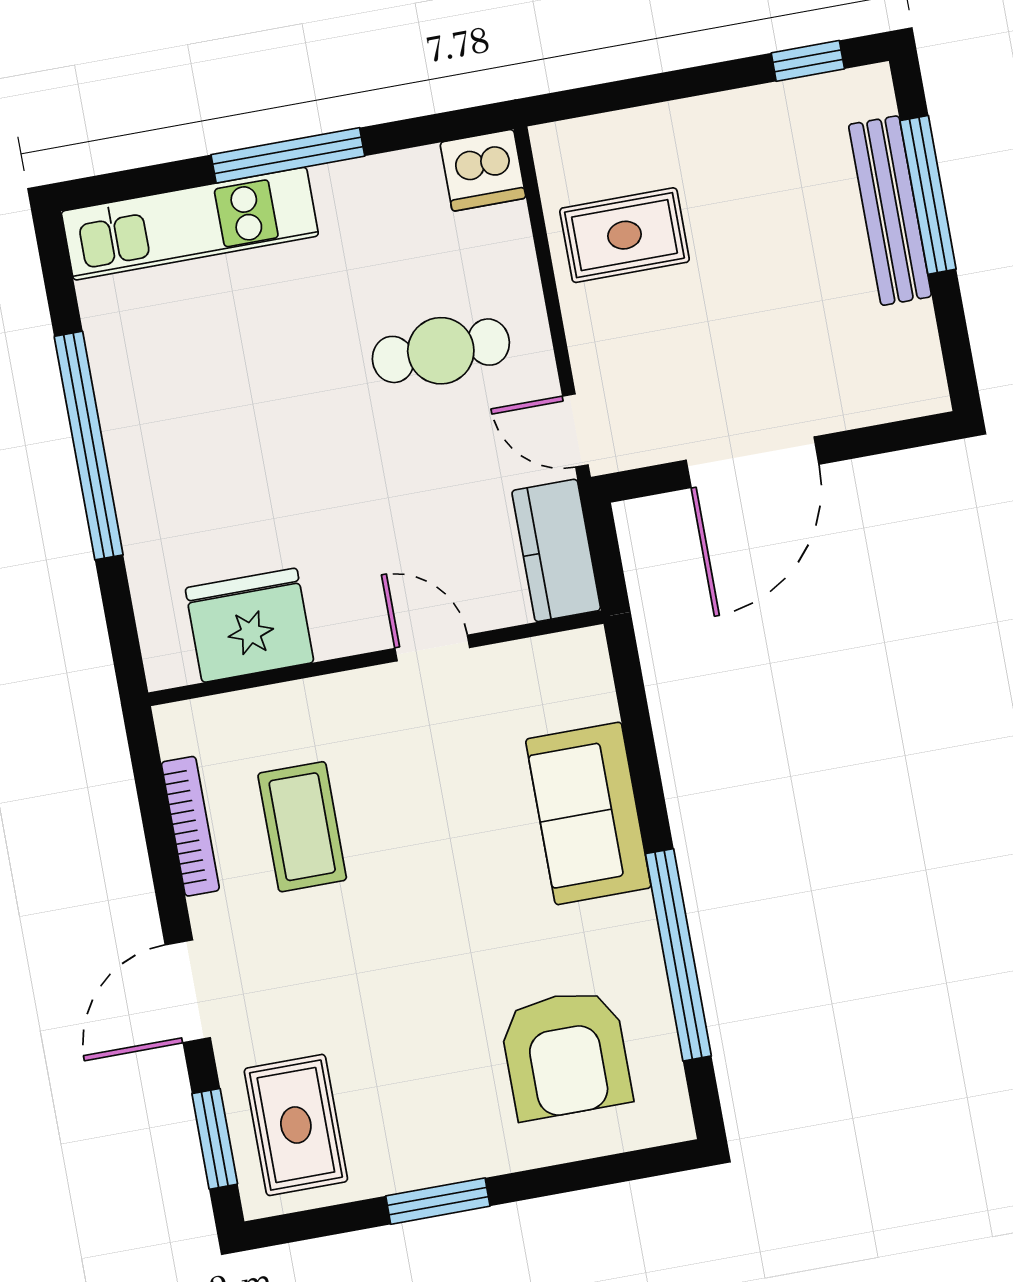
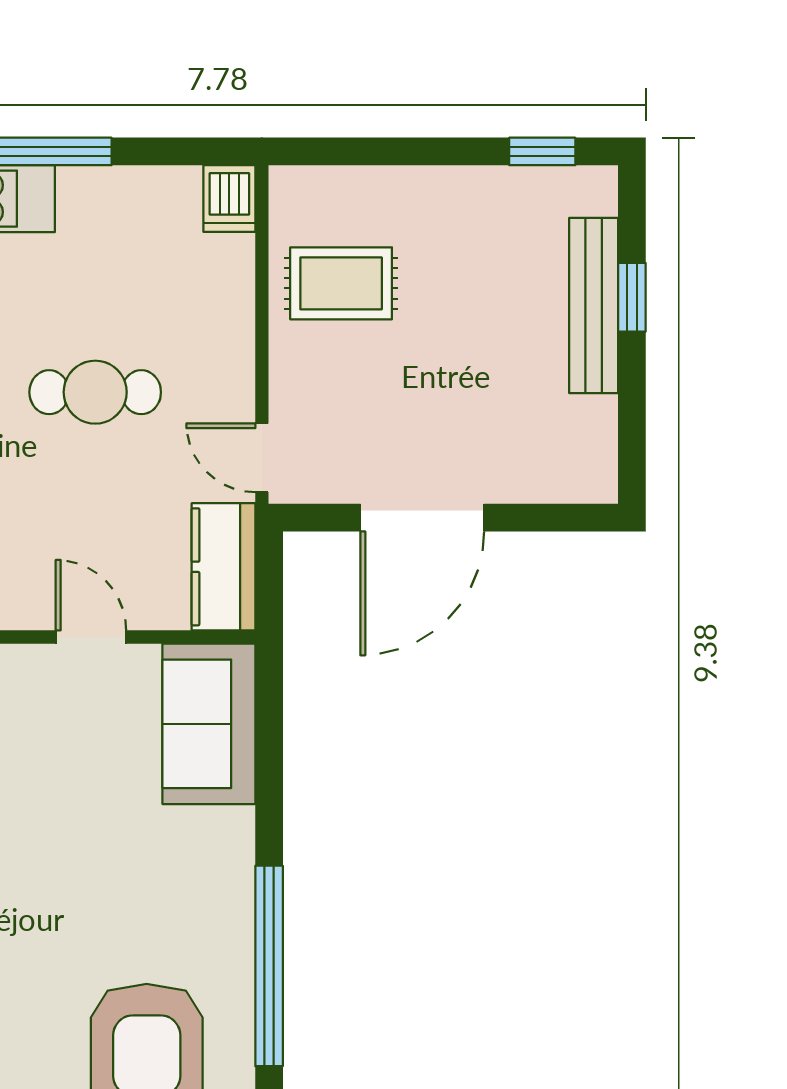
dishwasher: (483, 170) -> (229, 199), width x0.73
window: (928, 195) -> (632, 297), width x0.46
cafe table: (441, 351) -> (95, 392), moved
sofa: (588, 813) -> (209, 724), moved

